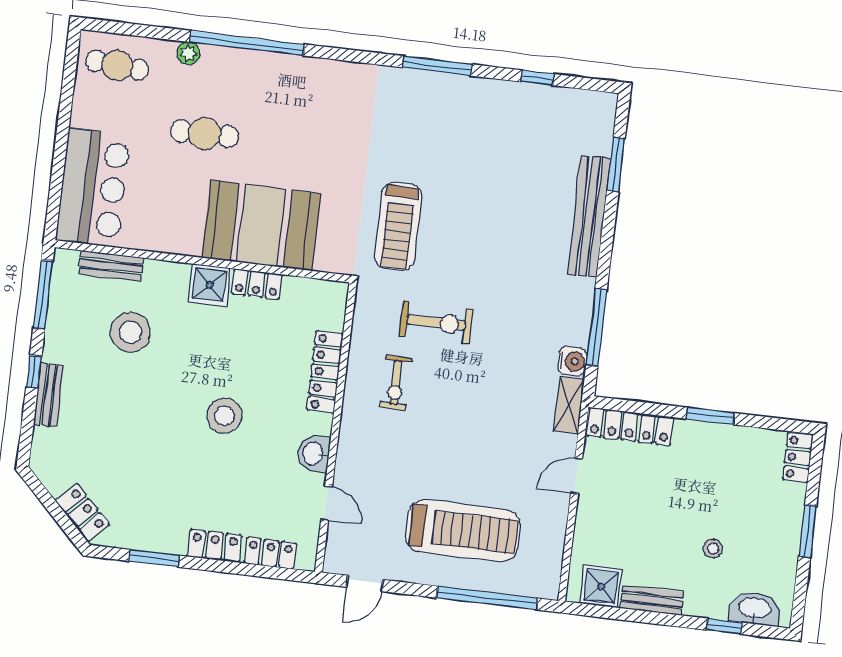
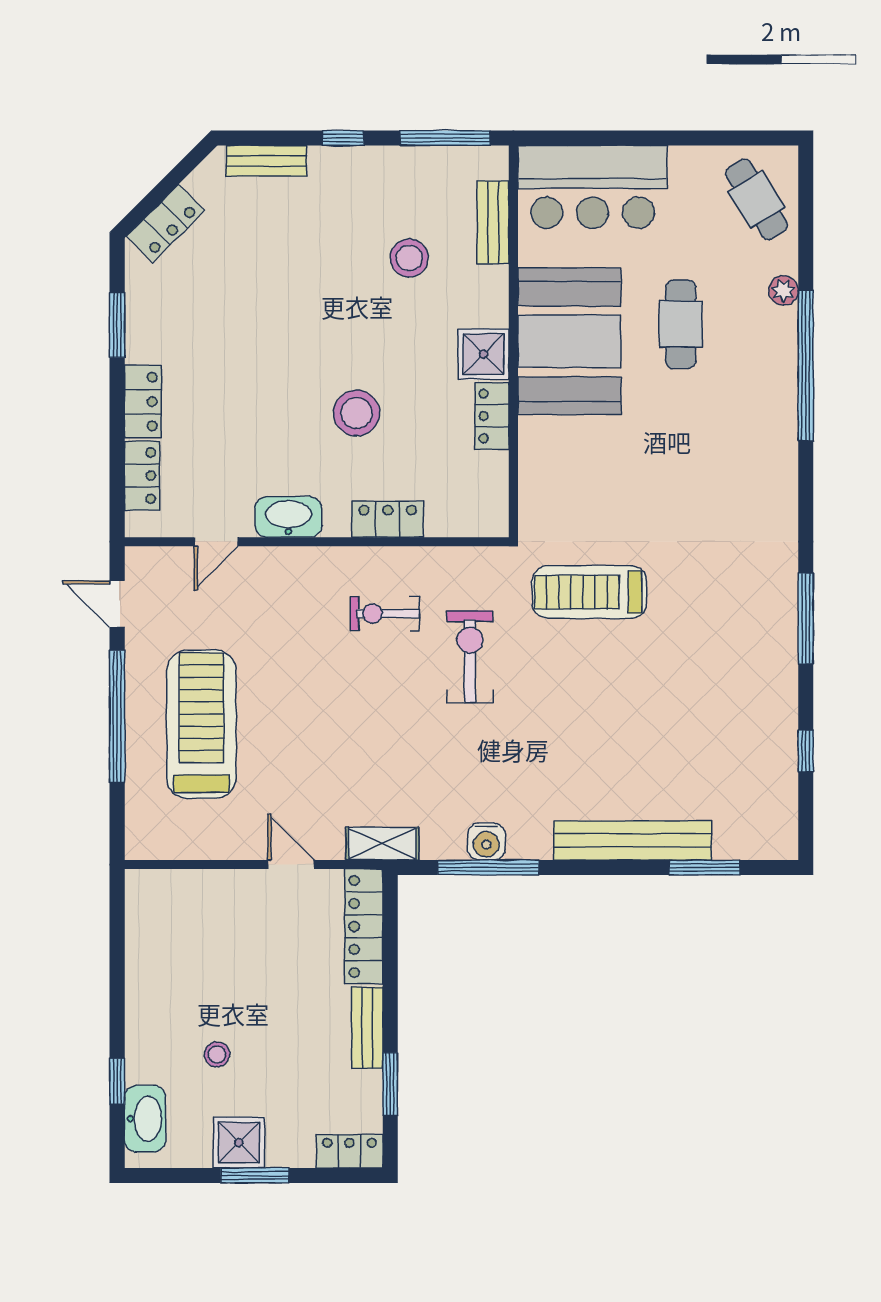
cafe table: (117, 65) -> (757, 199), turned -36
booth: (261, 226) -> (569, 341), moved
exercise bike: (436, 322) -> (470, 657), turned 180
stool: (130, 332) -> (409, 258), width x0.73, depth x0.73
water cooler: (573, 361) -> (486, 841), moved
locker: (325, 372) -> (388, 519), width x0.66
bench: (48, 395) -> (267, 161), moved
stool: (225, 416) -> (357, 413), moved
window: (710, 416) -> (390, 1084), moved
washbasin: (314, 454) -> (288, 517), width x1.38
treadmill: (463, 531) -> (201, 724), turned 180
shower: (601, 586) -> (239, 1143), moved
window: (487, 598) -> (117, 716), moved
bench: (652, 600) -> (367, 1028), moved

